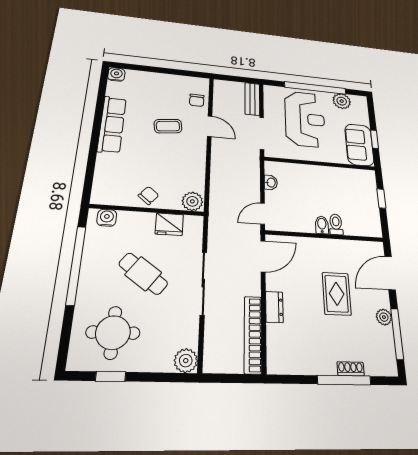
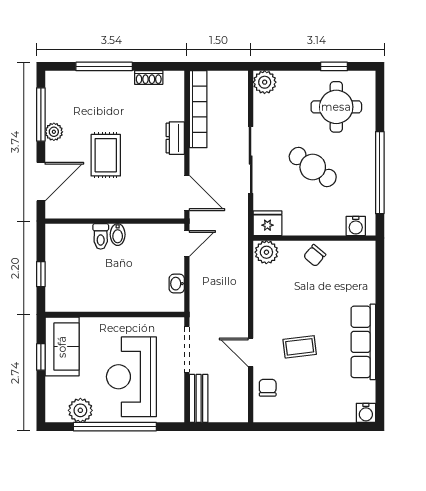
fridge: (169, 224) -> (267, 223), moved
door: (263, 256) -> (187, 193), swing flipped
shoe rack: (351, 369) -> (149, 78), moved

